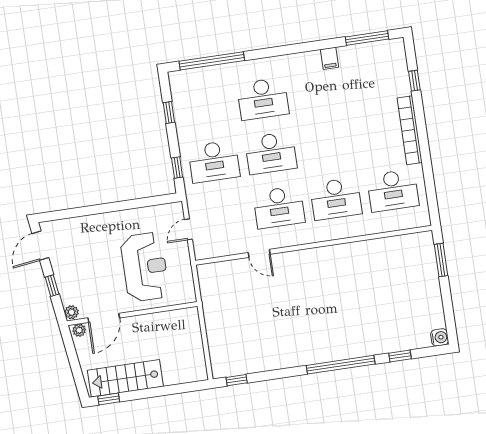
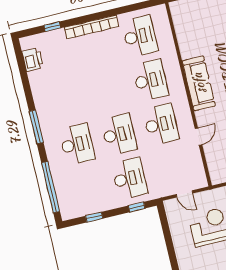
window: (367, 38) -> (36, 127), moved
printer: (375, 52) -> (33, 59), added
filing cabinet: (329, 58) -> (40, 95), removed
sofa: (327, 260) -> (199, 83), added

